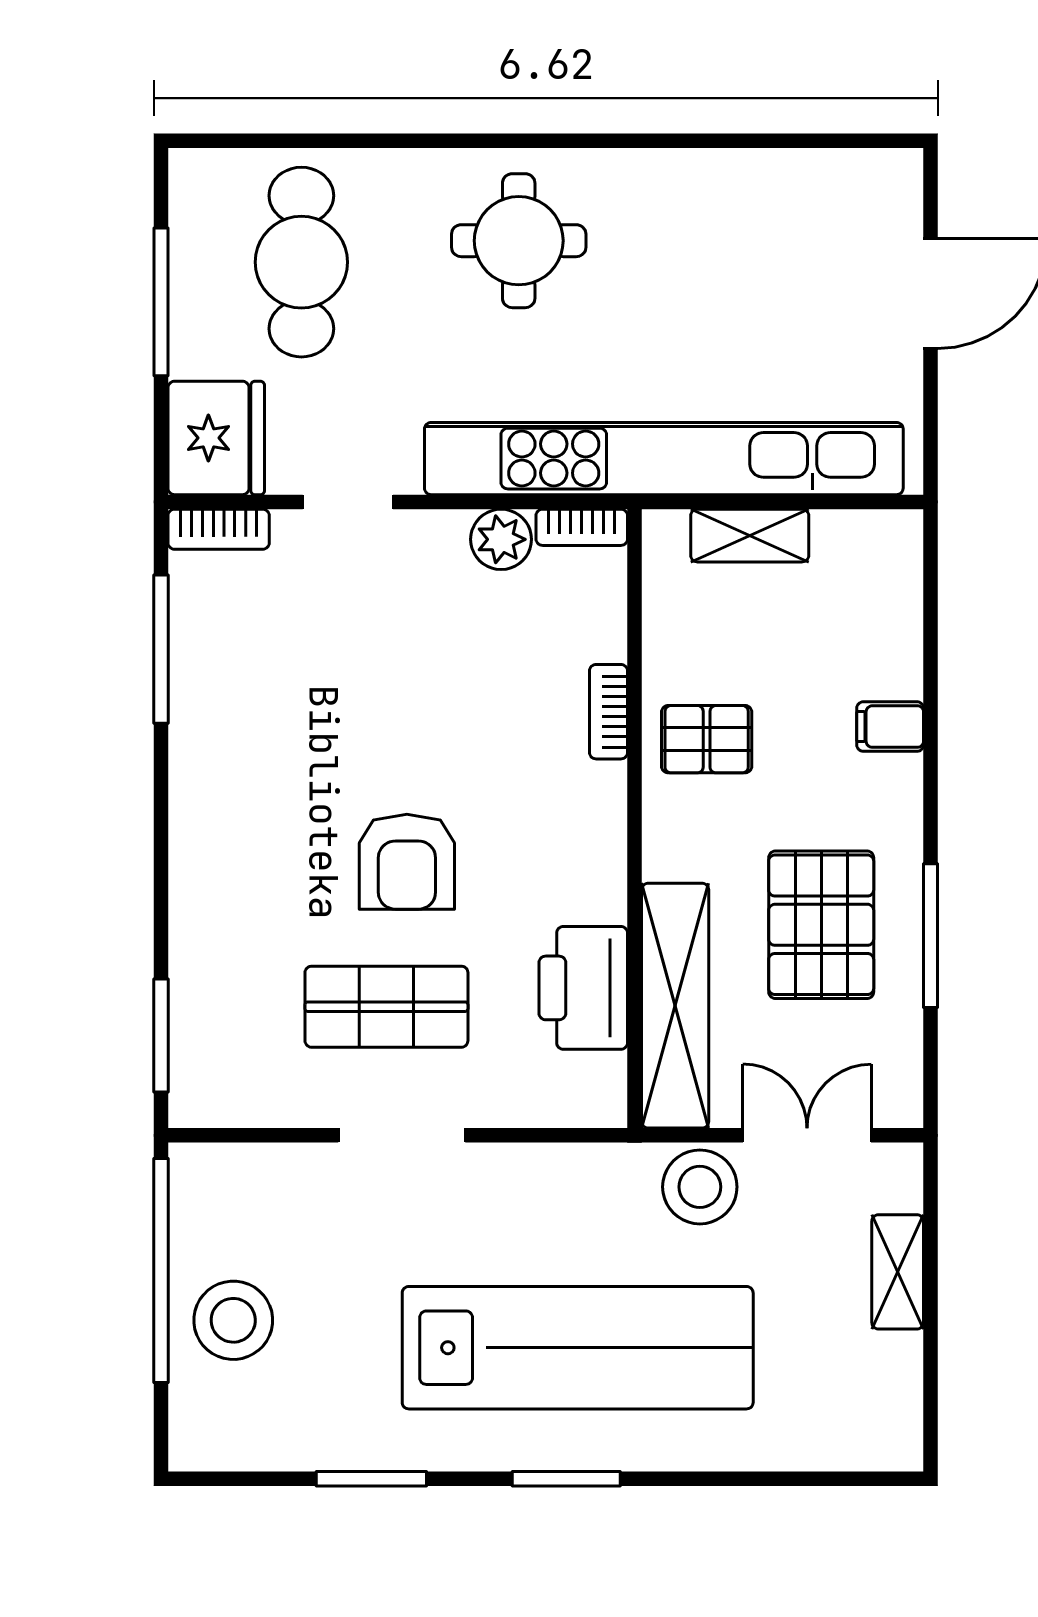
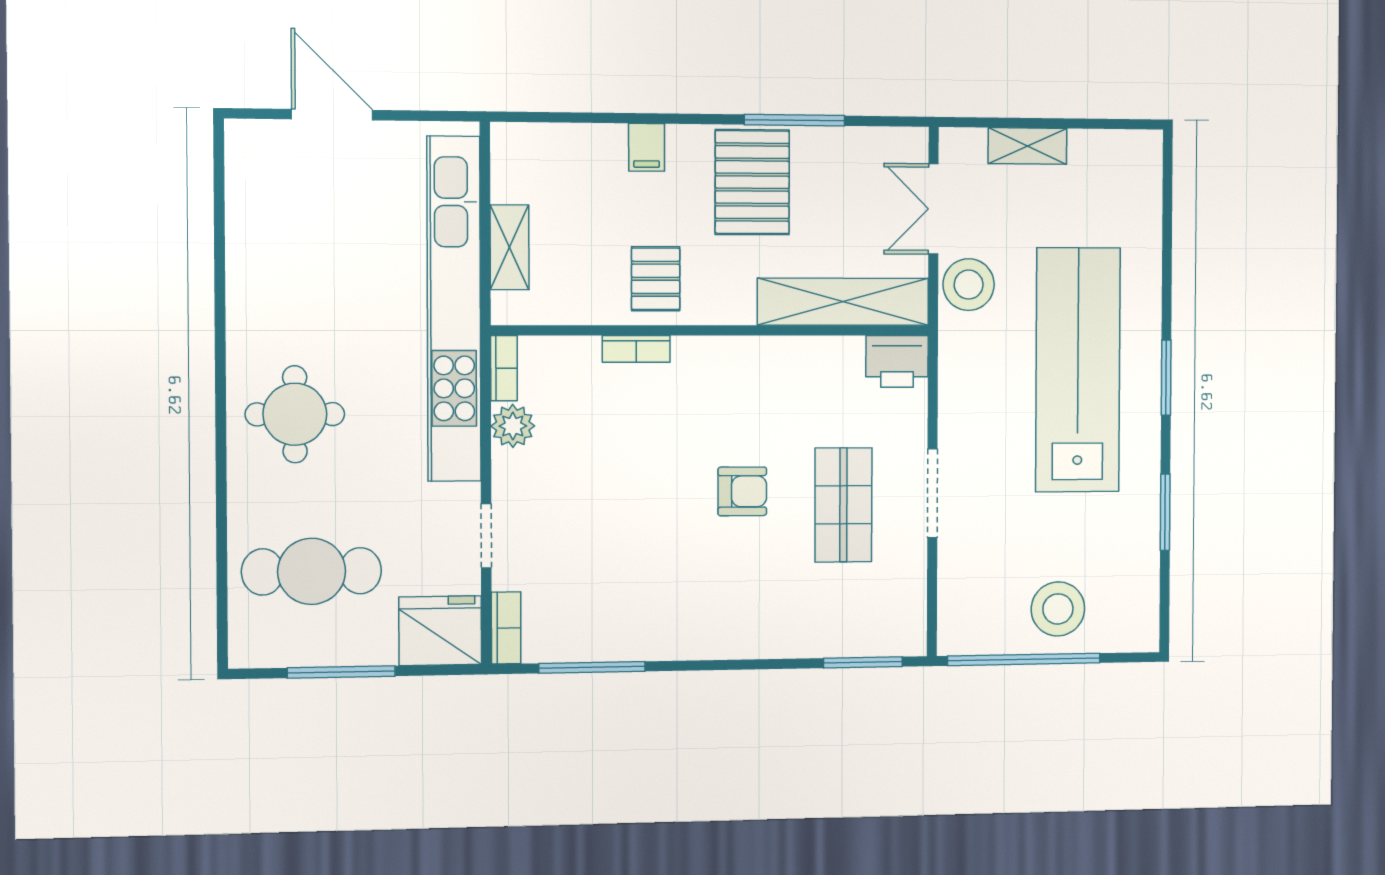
armchair: (407, 862) -> (742, 491), width x0.72, depth x0.72
pallet: (821, 925) -> (752, 182), moved, turned 90
printer: (583, 988) -> (897, 361), moved, width x0.73, depth x0.84

